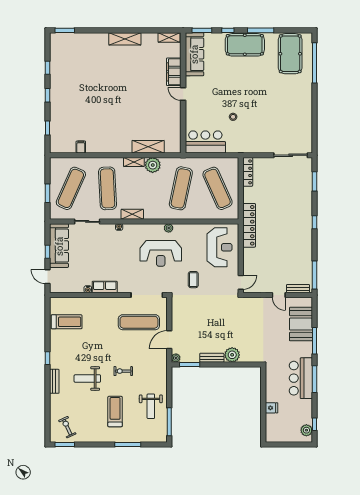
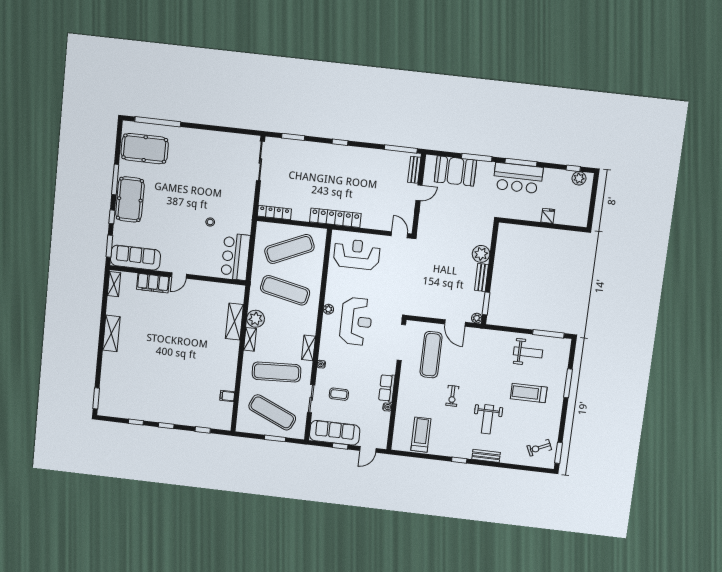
coffee table: (193, 280) -> (339, 394), moved
exercise bike: (123, 371) -> (452, 396), moved

